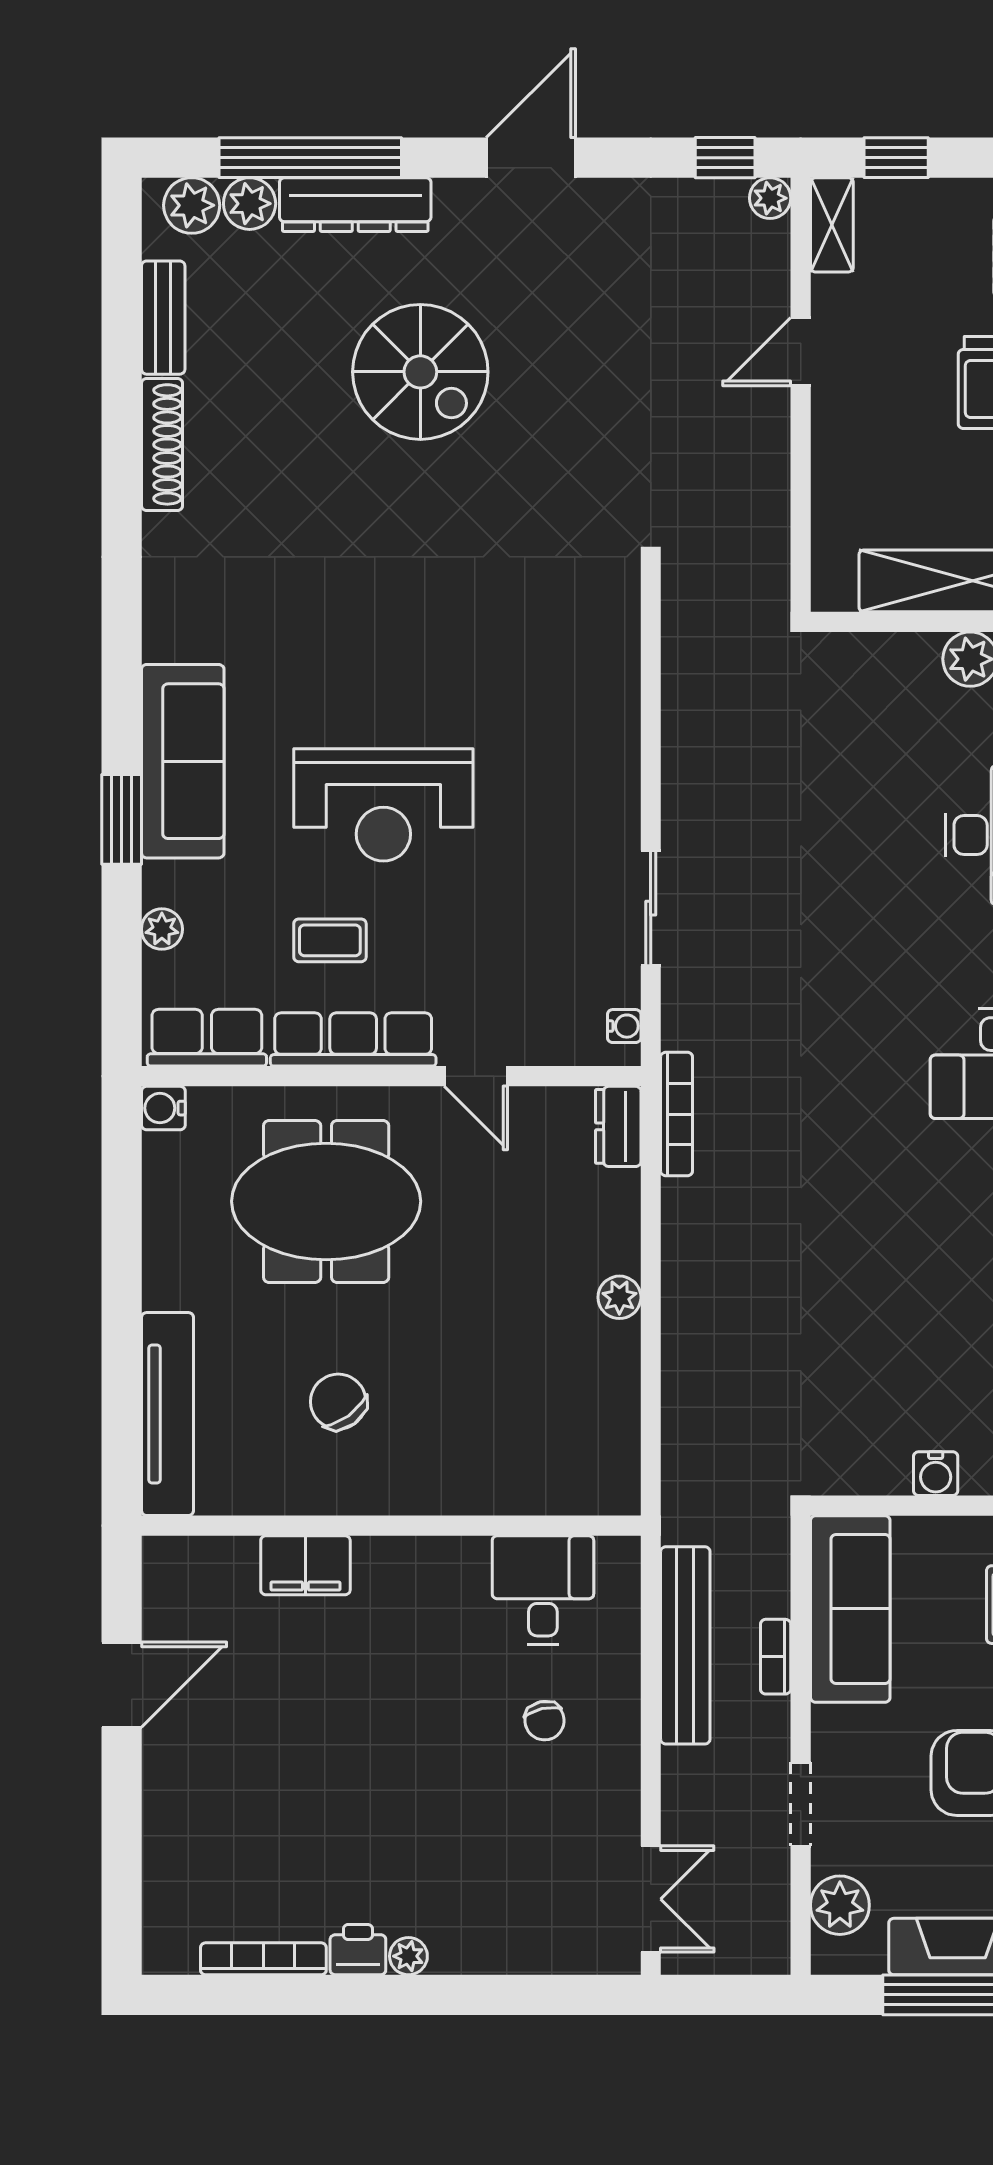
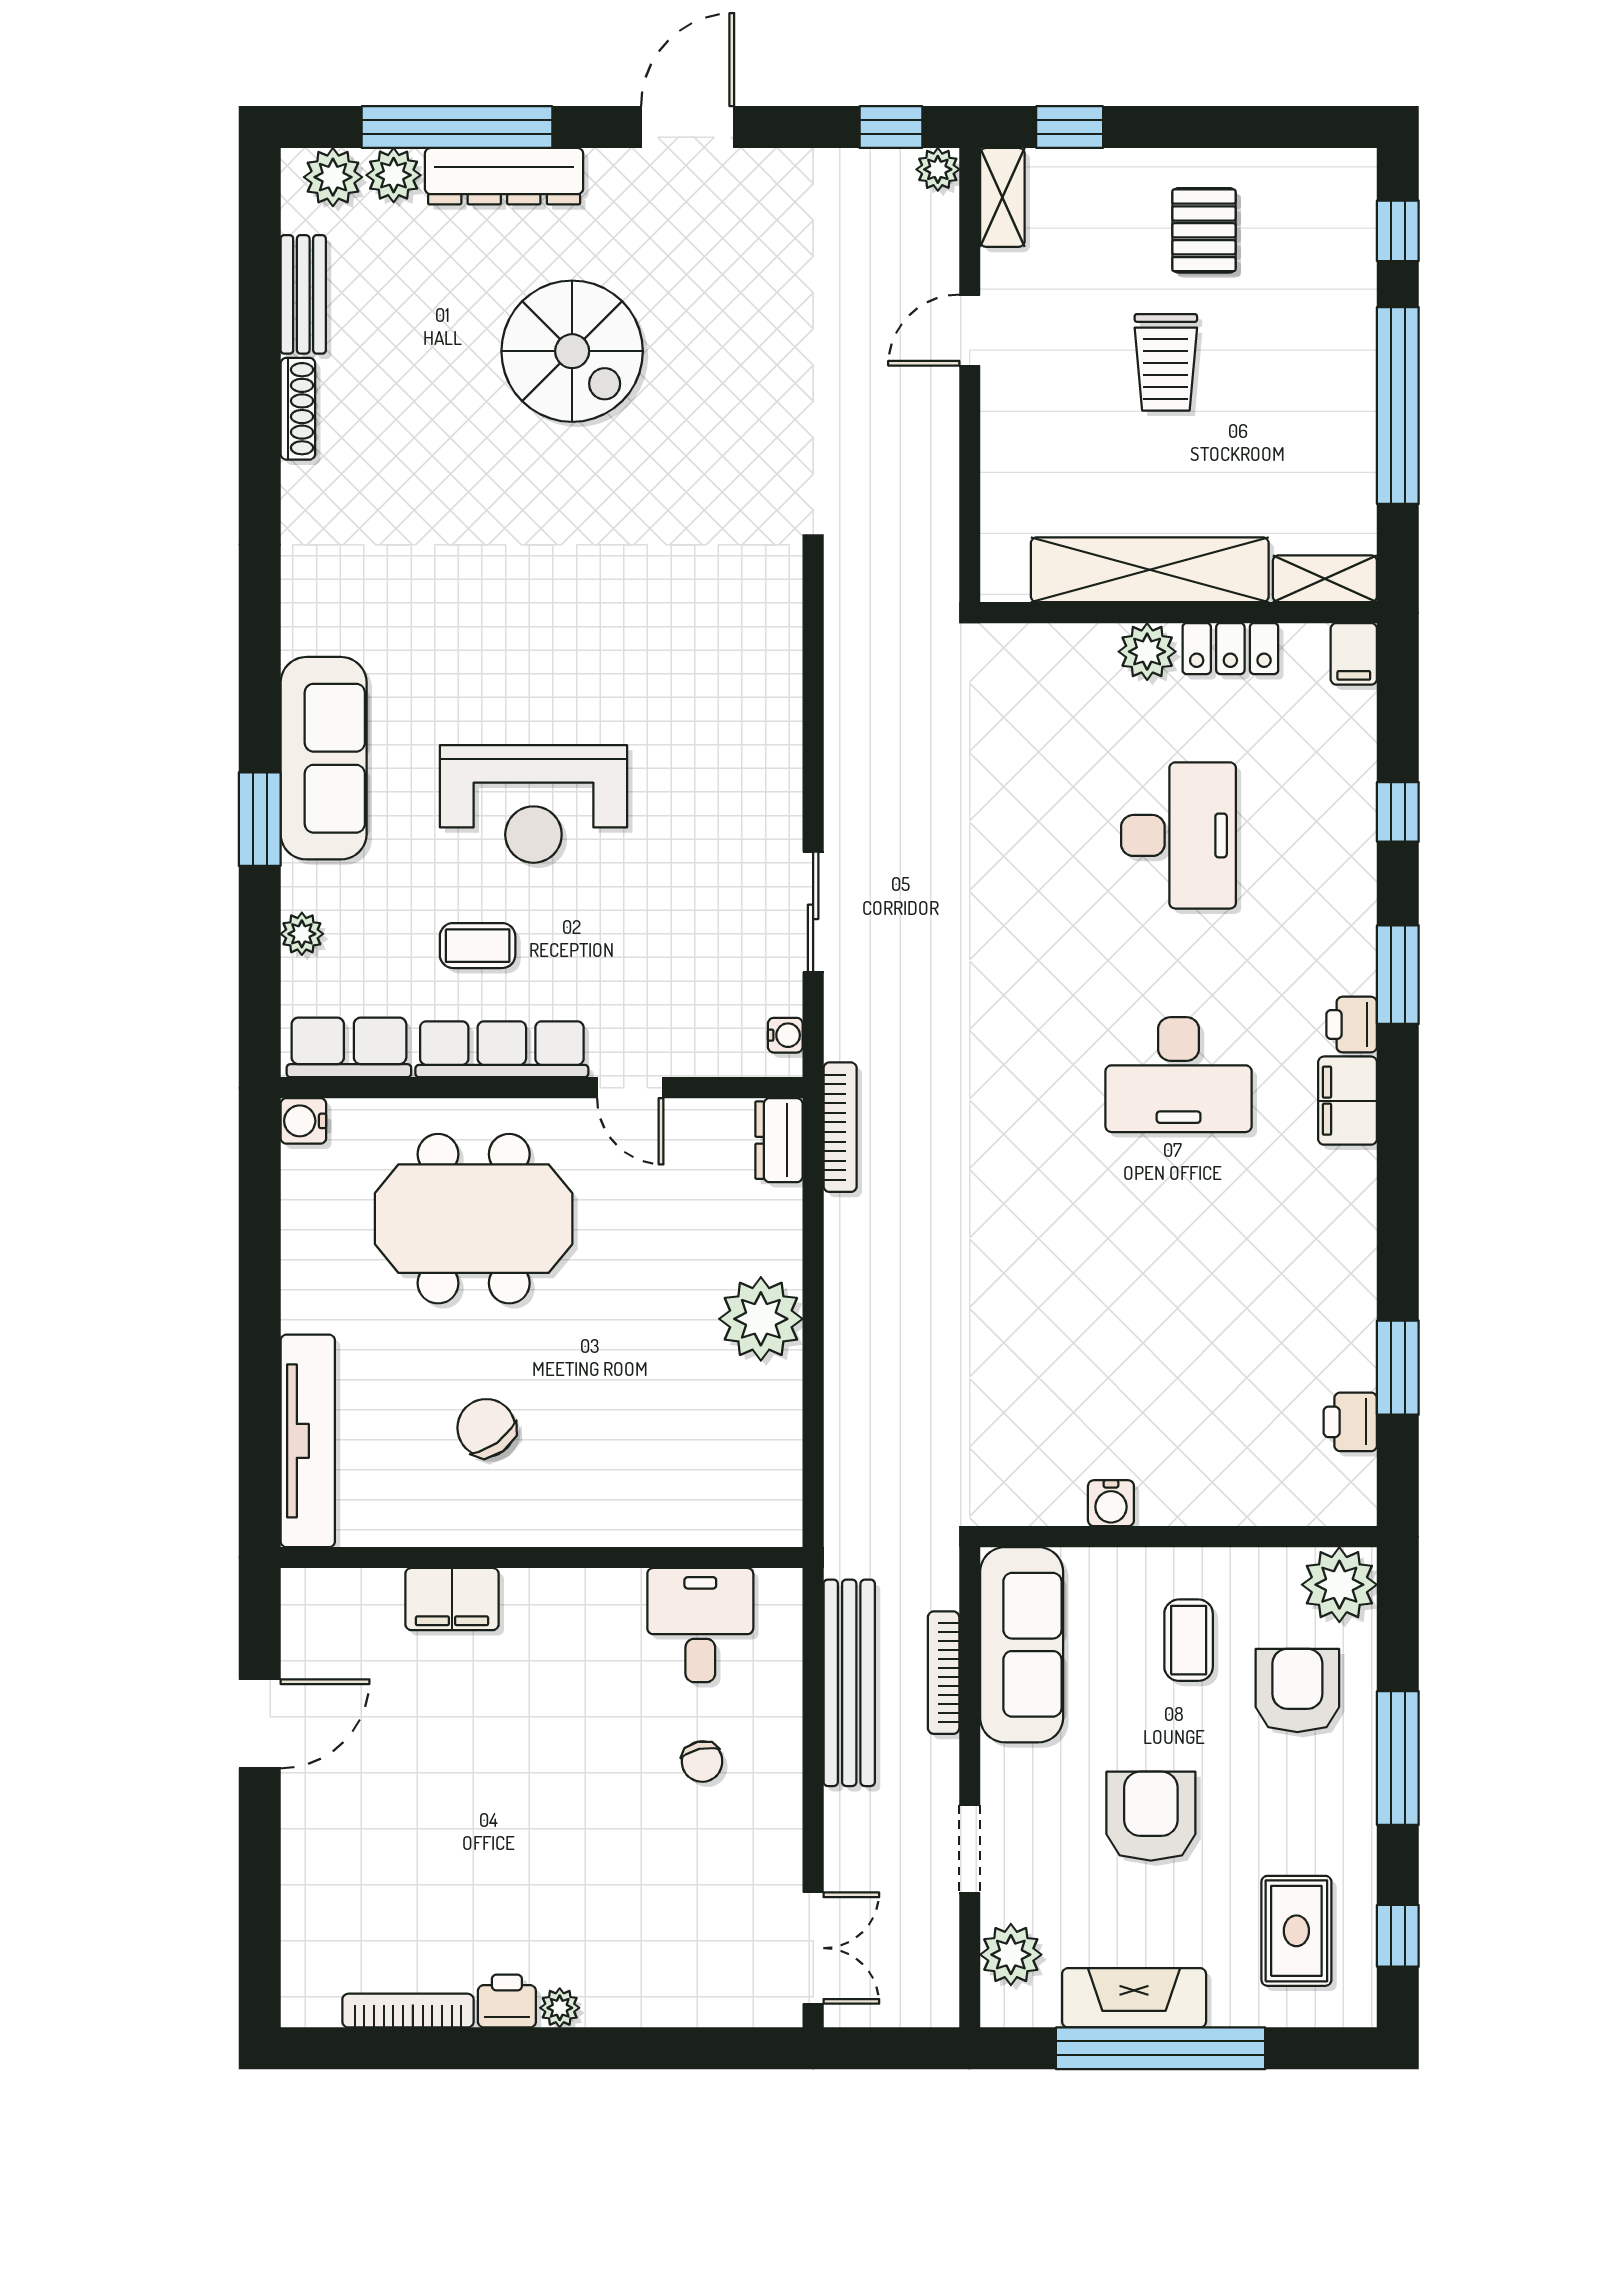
shoe rack: (162, 444) -> (298, 409), width x0.74, depth x0.81
plant: (619, 1297) -> (761, 1319), width x1.88, depth x1.88
bookcase: (776, 1657) -> (944, 1673), width x1.56

